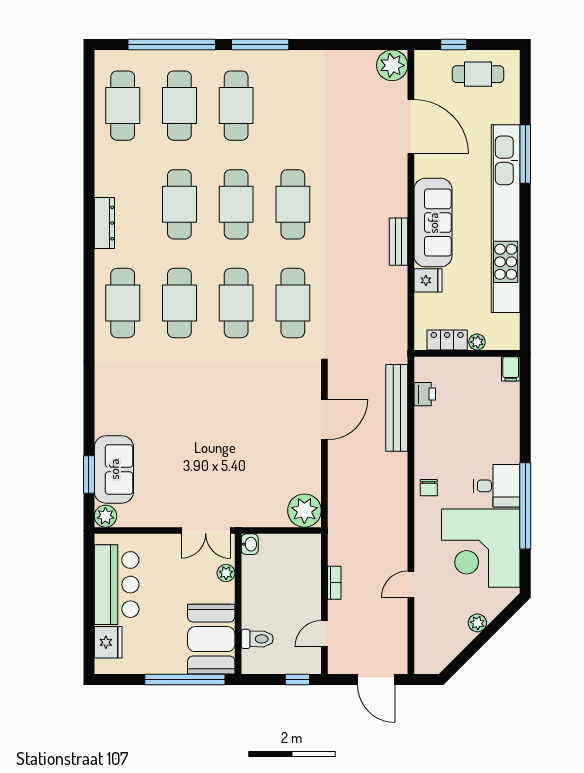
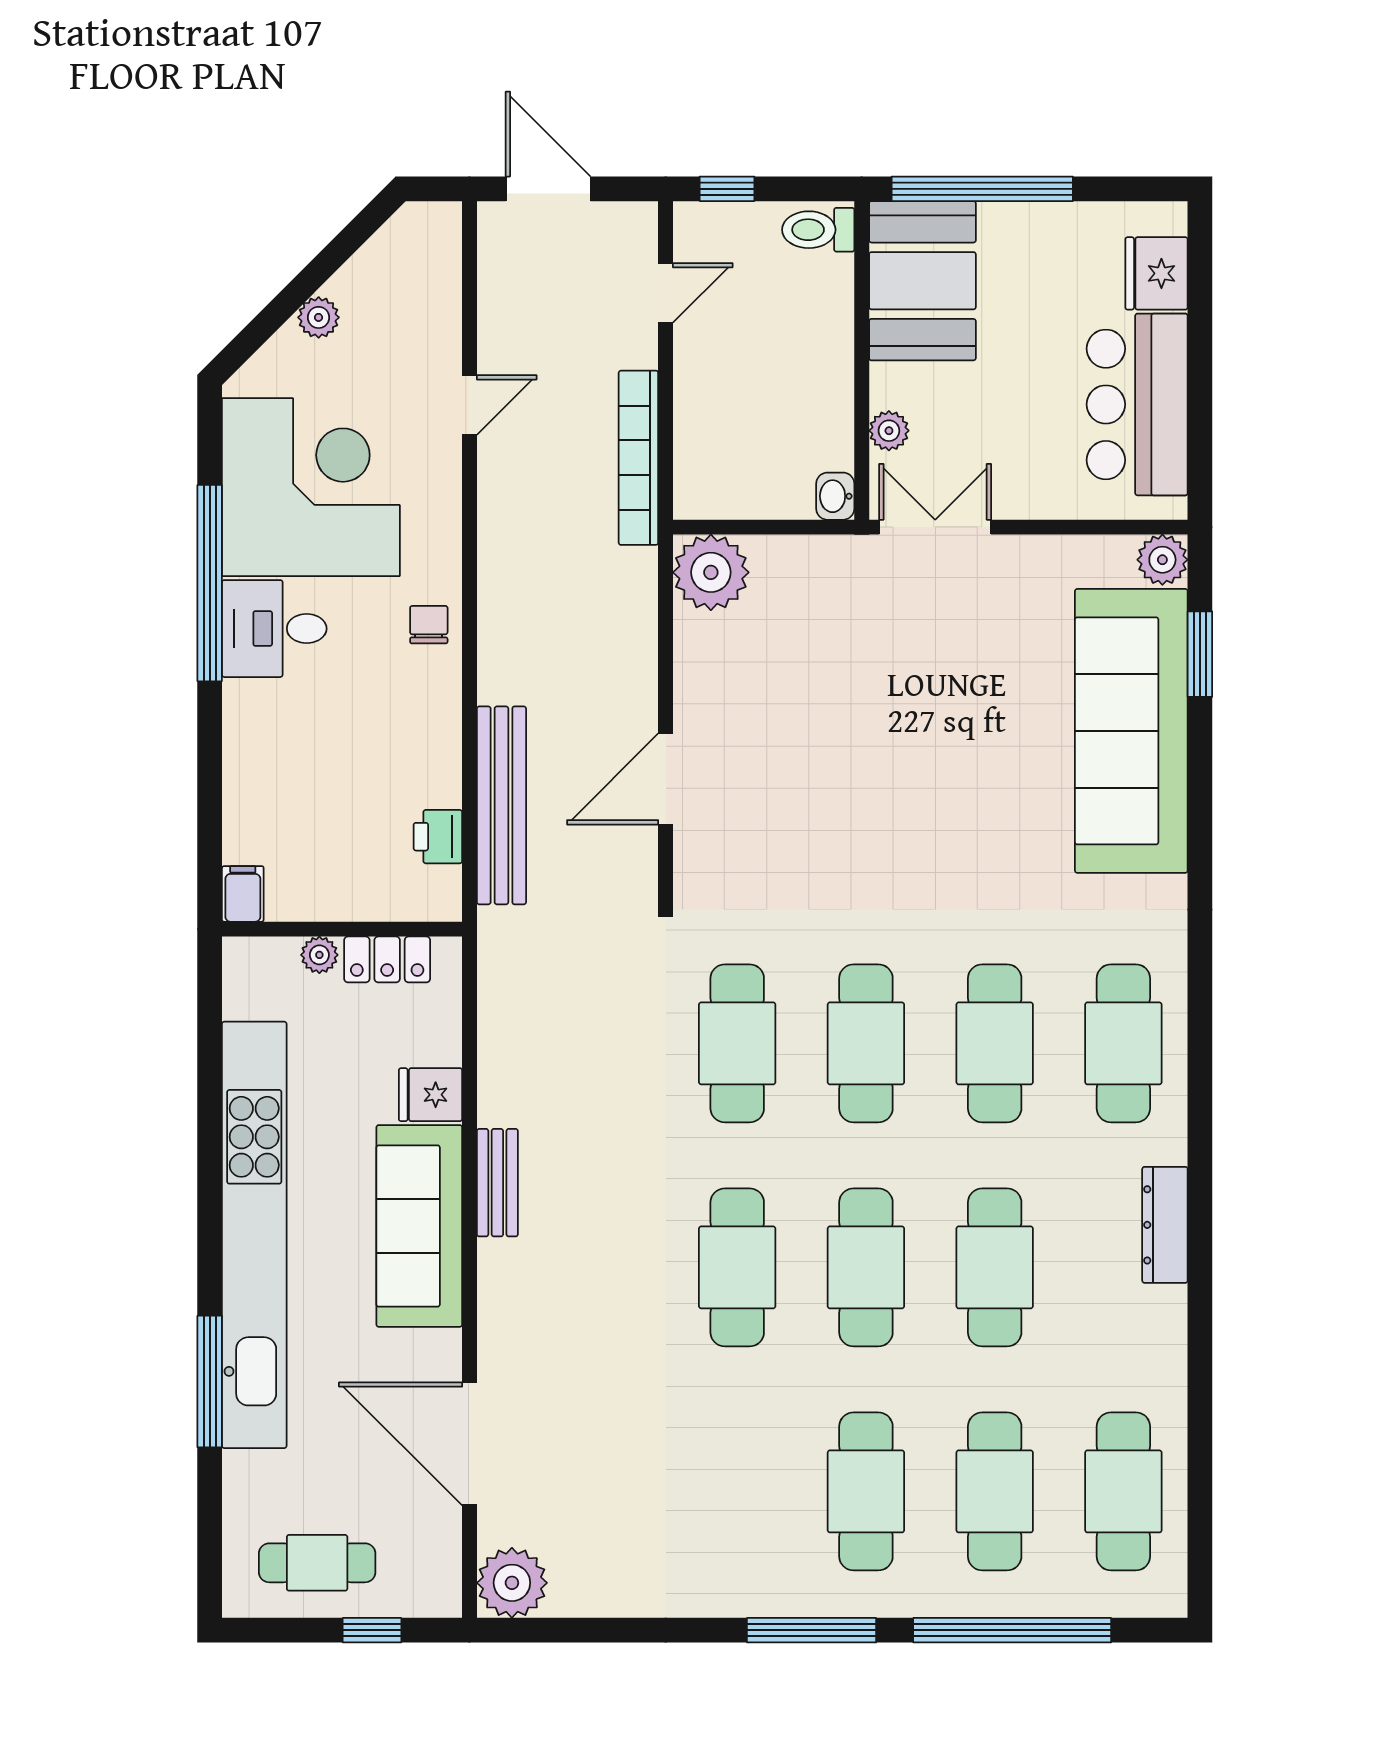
sofa: (114, 469) -> (1131, 731), width x1.85, depth x1.27
bookcase: (334, 583) -> (638, 458), width x2.31, depth x1.31
toilet: (257, 639) -> (818, 230), moved

